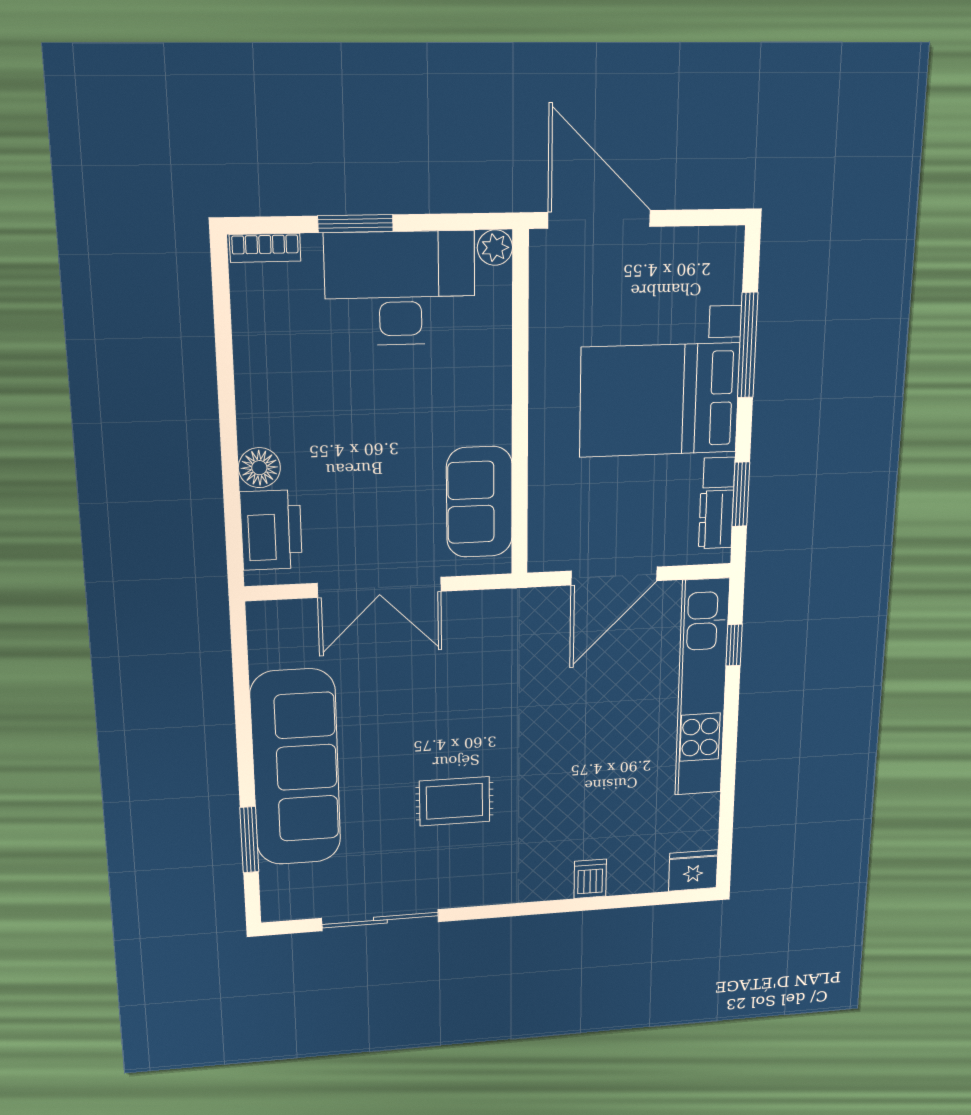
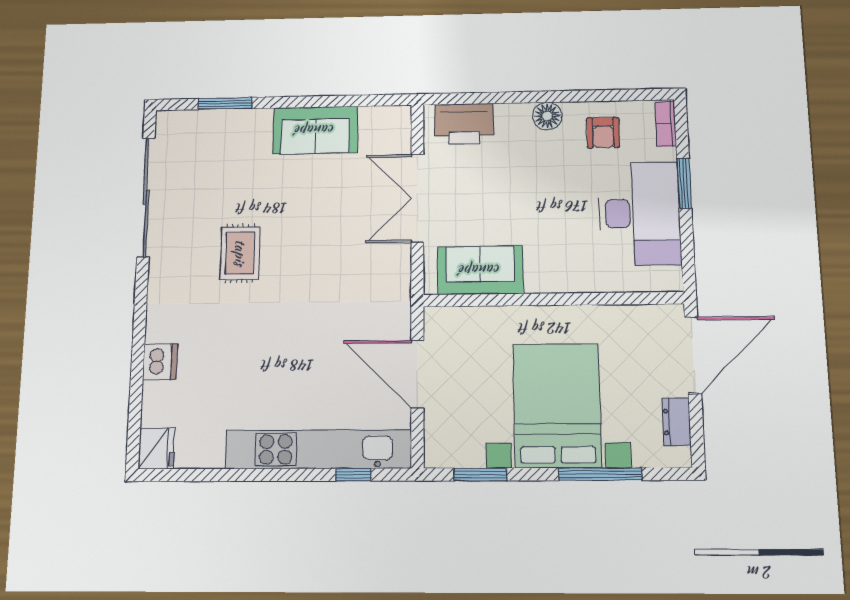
plant: (495, 248) -> (670, 280), removed
armchair: (281, 338) -> (603, 133), added
floor lamp: (259, 468) -> (547, 116), moved
dresser: (716, 519) -> (677, 422), moved, turned -90
sofa: (296, 768) -> (315, 130), width x0.54, depth x0.79
dishwasher: (590, 879) -> (160, 362), width x1.38
sliding door: (380, 920) -> (146, 197), width x1.36

